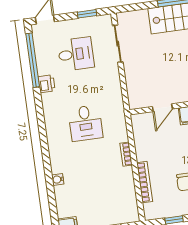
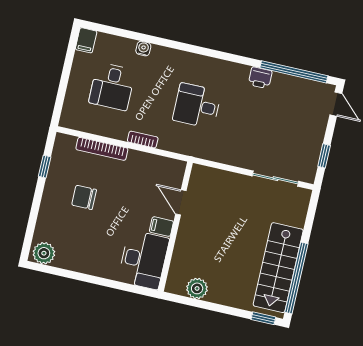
desk: (76, 54) -> (112, 86), moved

